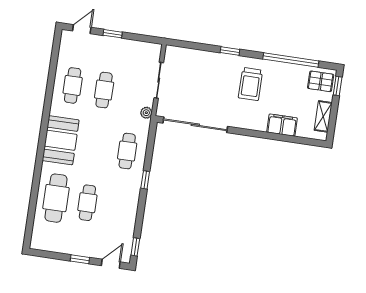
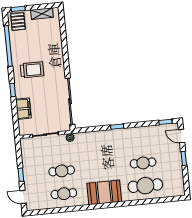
filing cabinet: (282, 125) -> (23, 109), moved, turned 180
cafe table: (127, 151) -> (100, 144), removed

